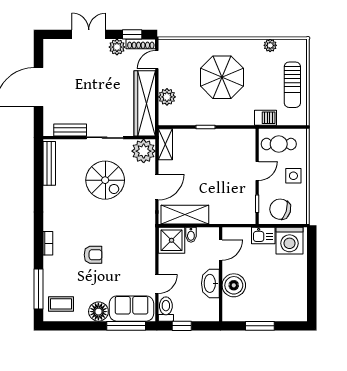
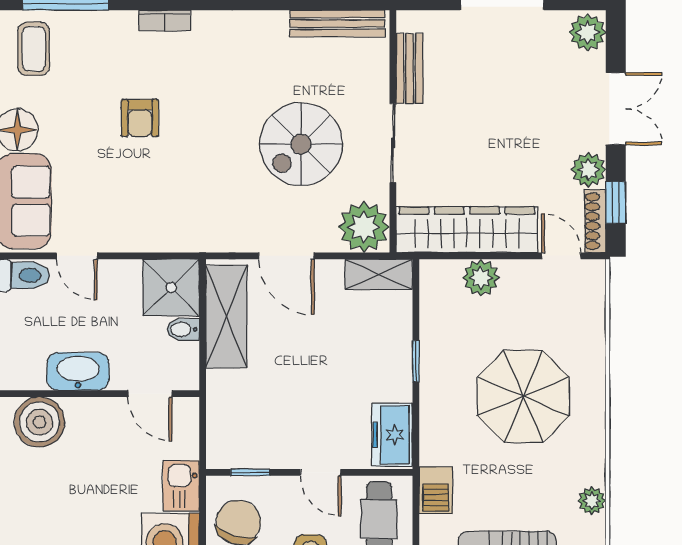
plant: (53, 48) -> (587, 32), added
freezer: (240, 138) -> (392, 435), added
boiler: (234, 285) -> (39, 422), moved

